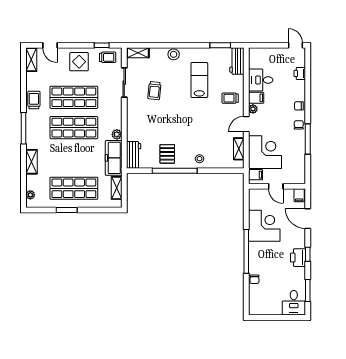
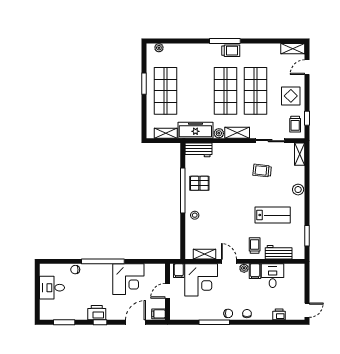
workbench: (237, 61) -> (279, 252), moved
trolley: (34, 100) -> (231, 51), moved
shelving: (32, 162) -> (237, 133), moved
desk: (294, 303) -> (52, 288), moved

